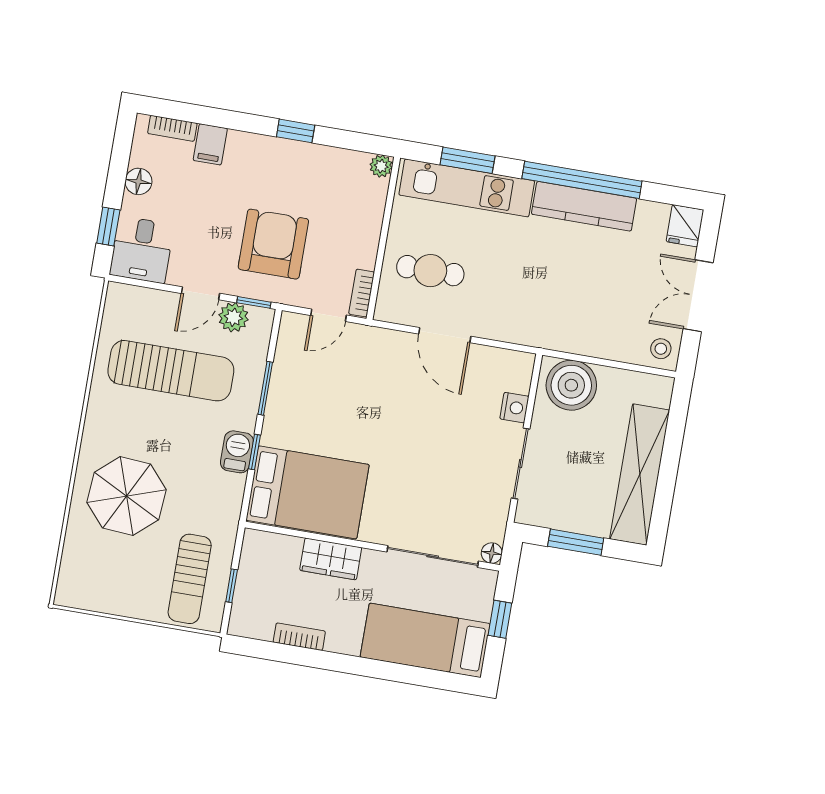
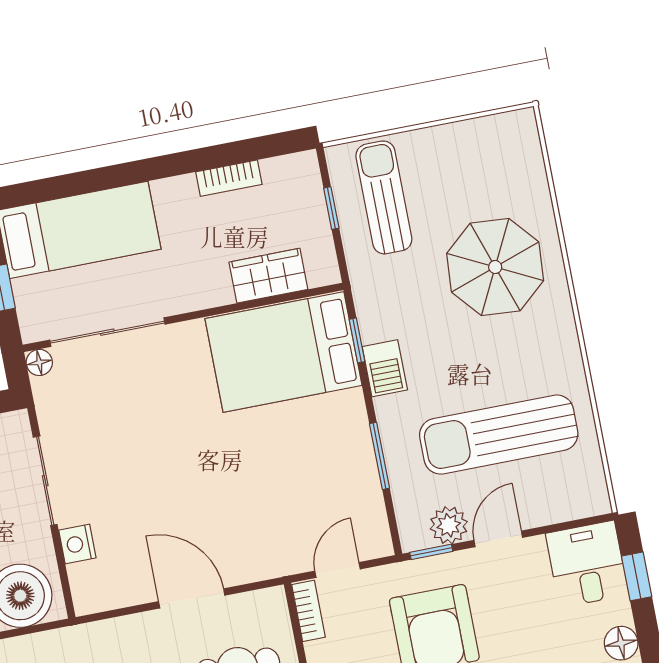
window: (254, 452) -> (357, 340), moved
wardrobe: (331, 559) -> (268, 276), moved

